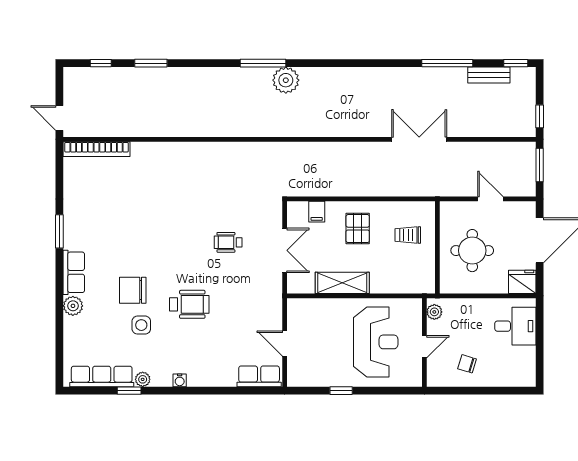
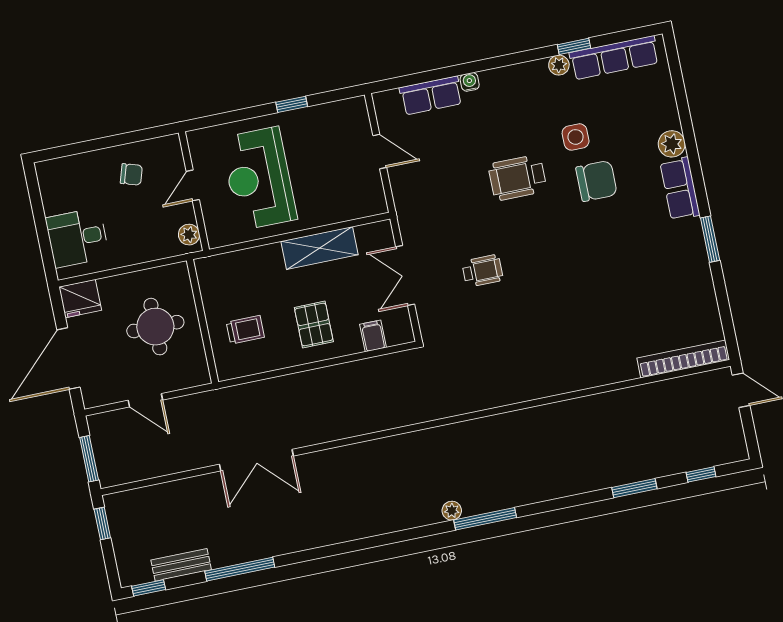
plant: (286, 80) -> (452, 511), width x0.53, depth x0.53
row of seats: (259, 376) -> (431, 96), moved
water cooler: (180, 380) -> (470, 82), moved

